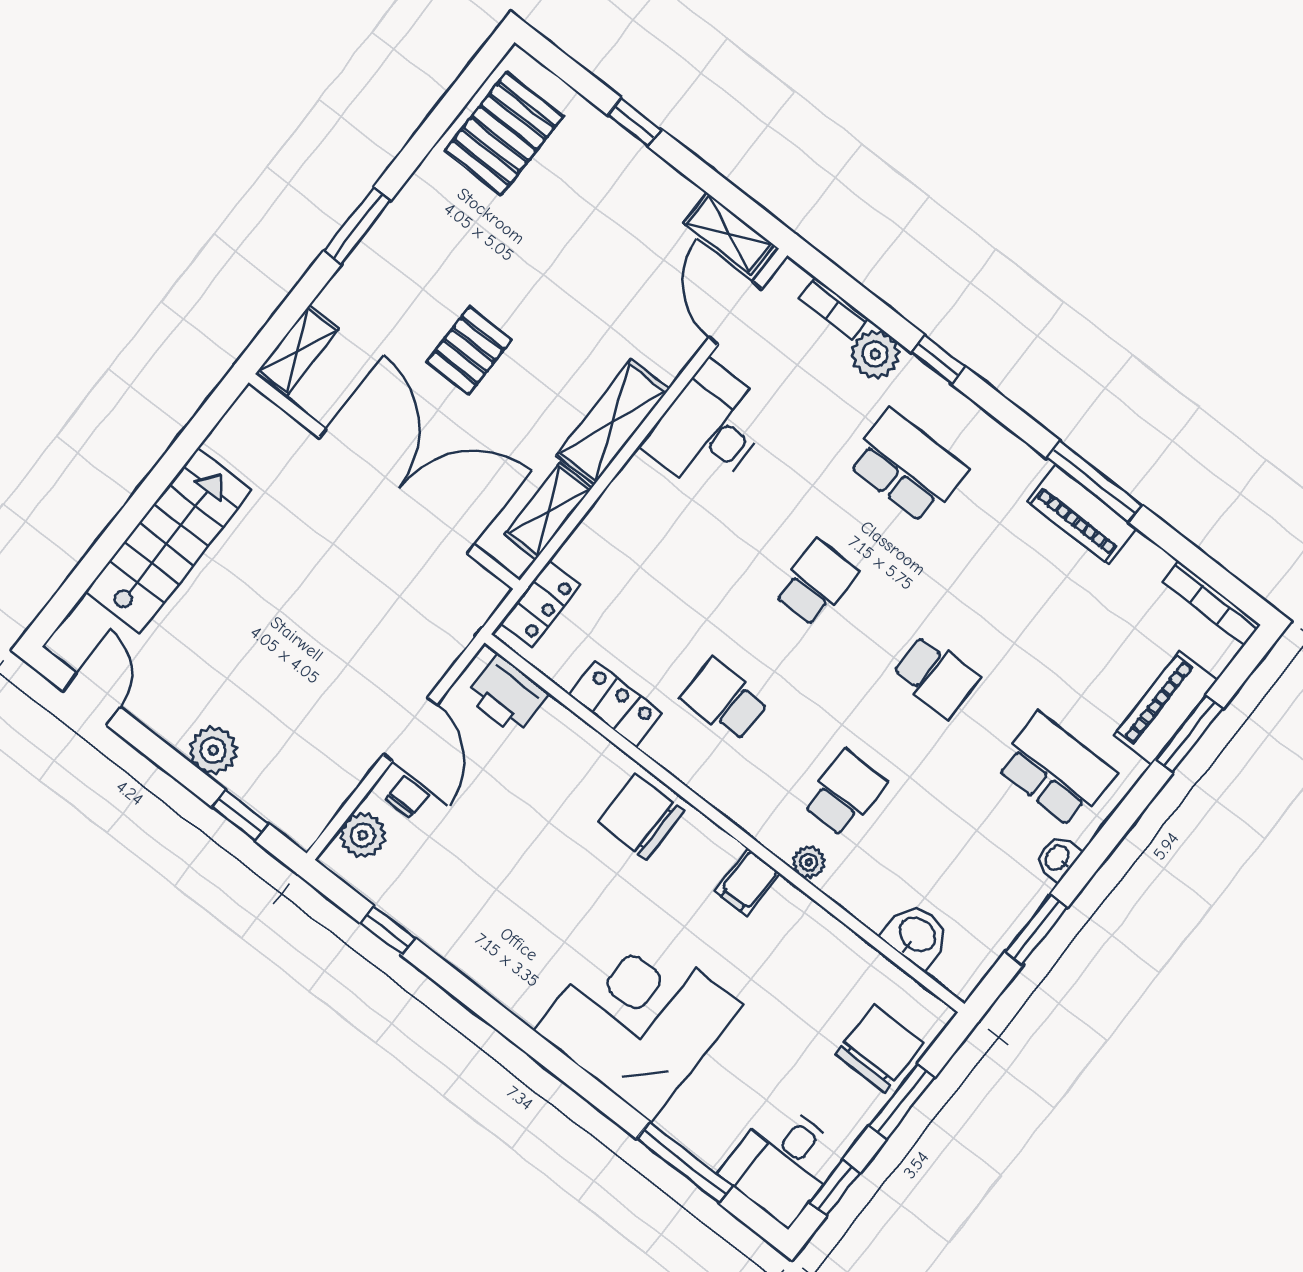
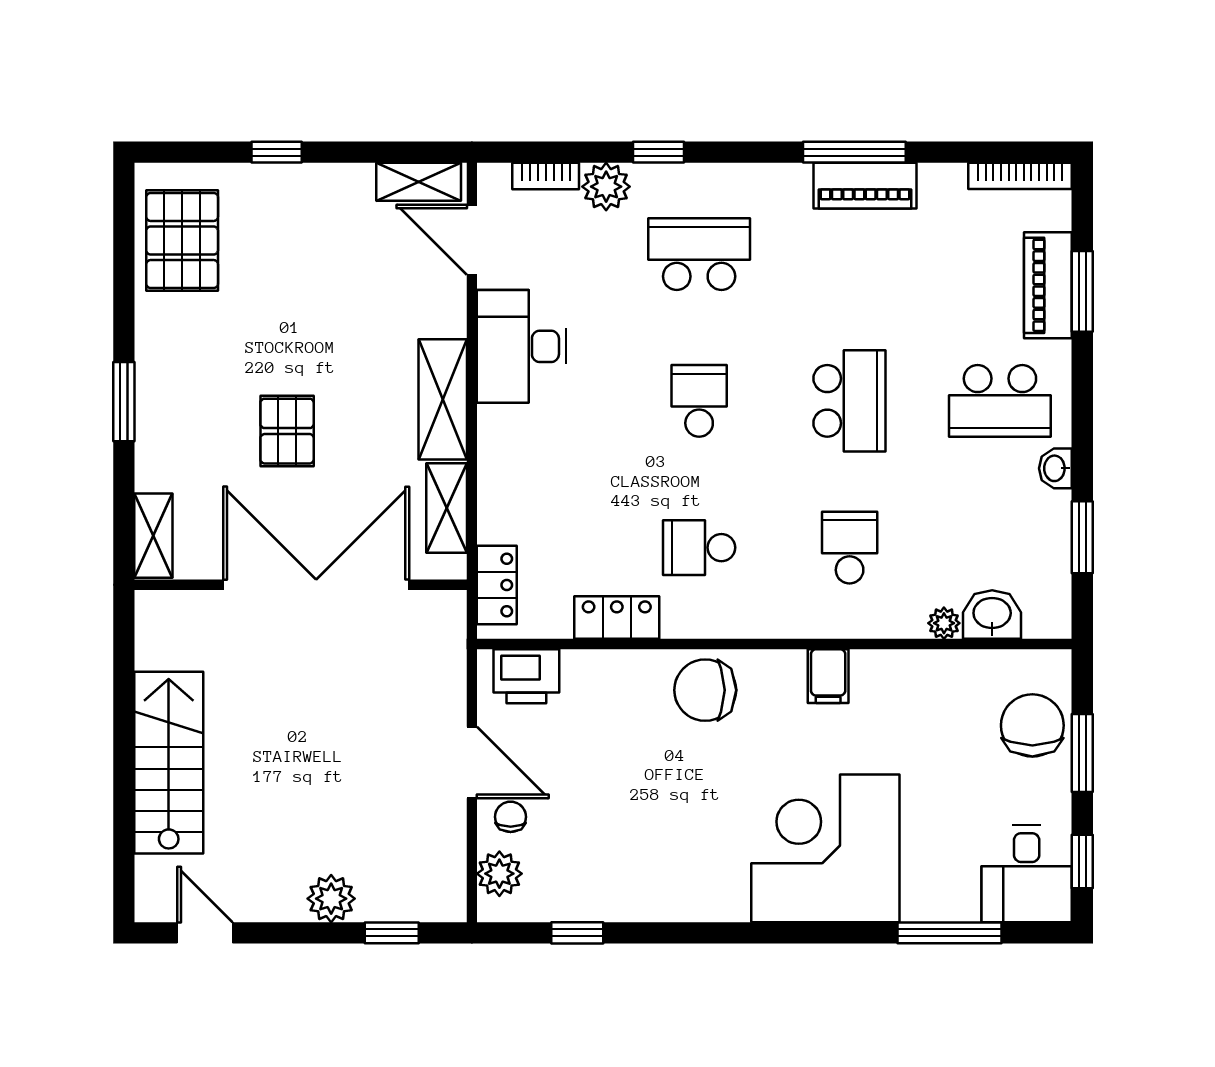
school desk: (936, 676) -> (850, 401), width x1.85
school desk: (1056, 770) -> (1000, 401), turned 180
plant: (809, 862) -> (944, 623), moved

